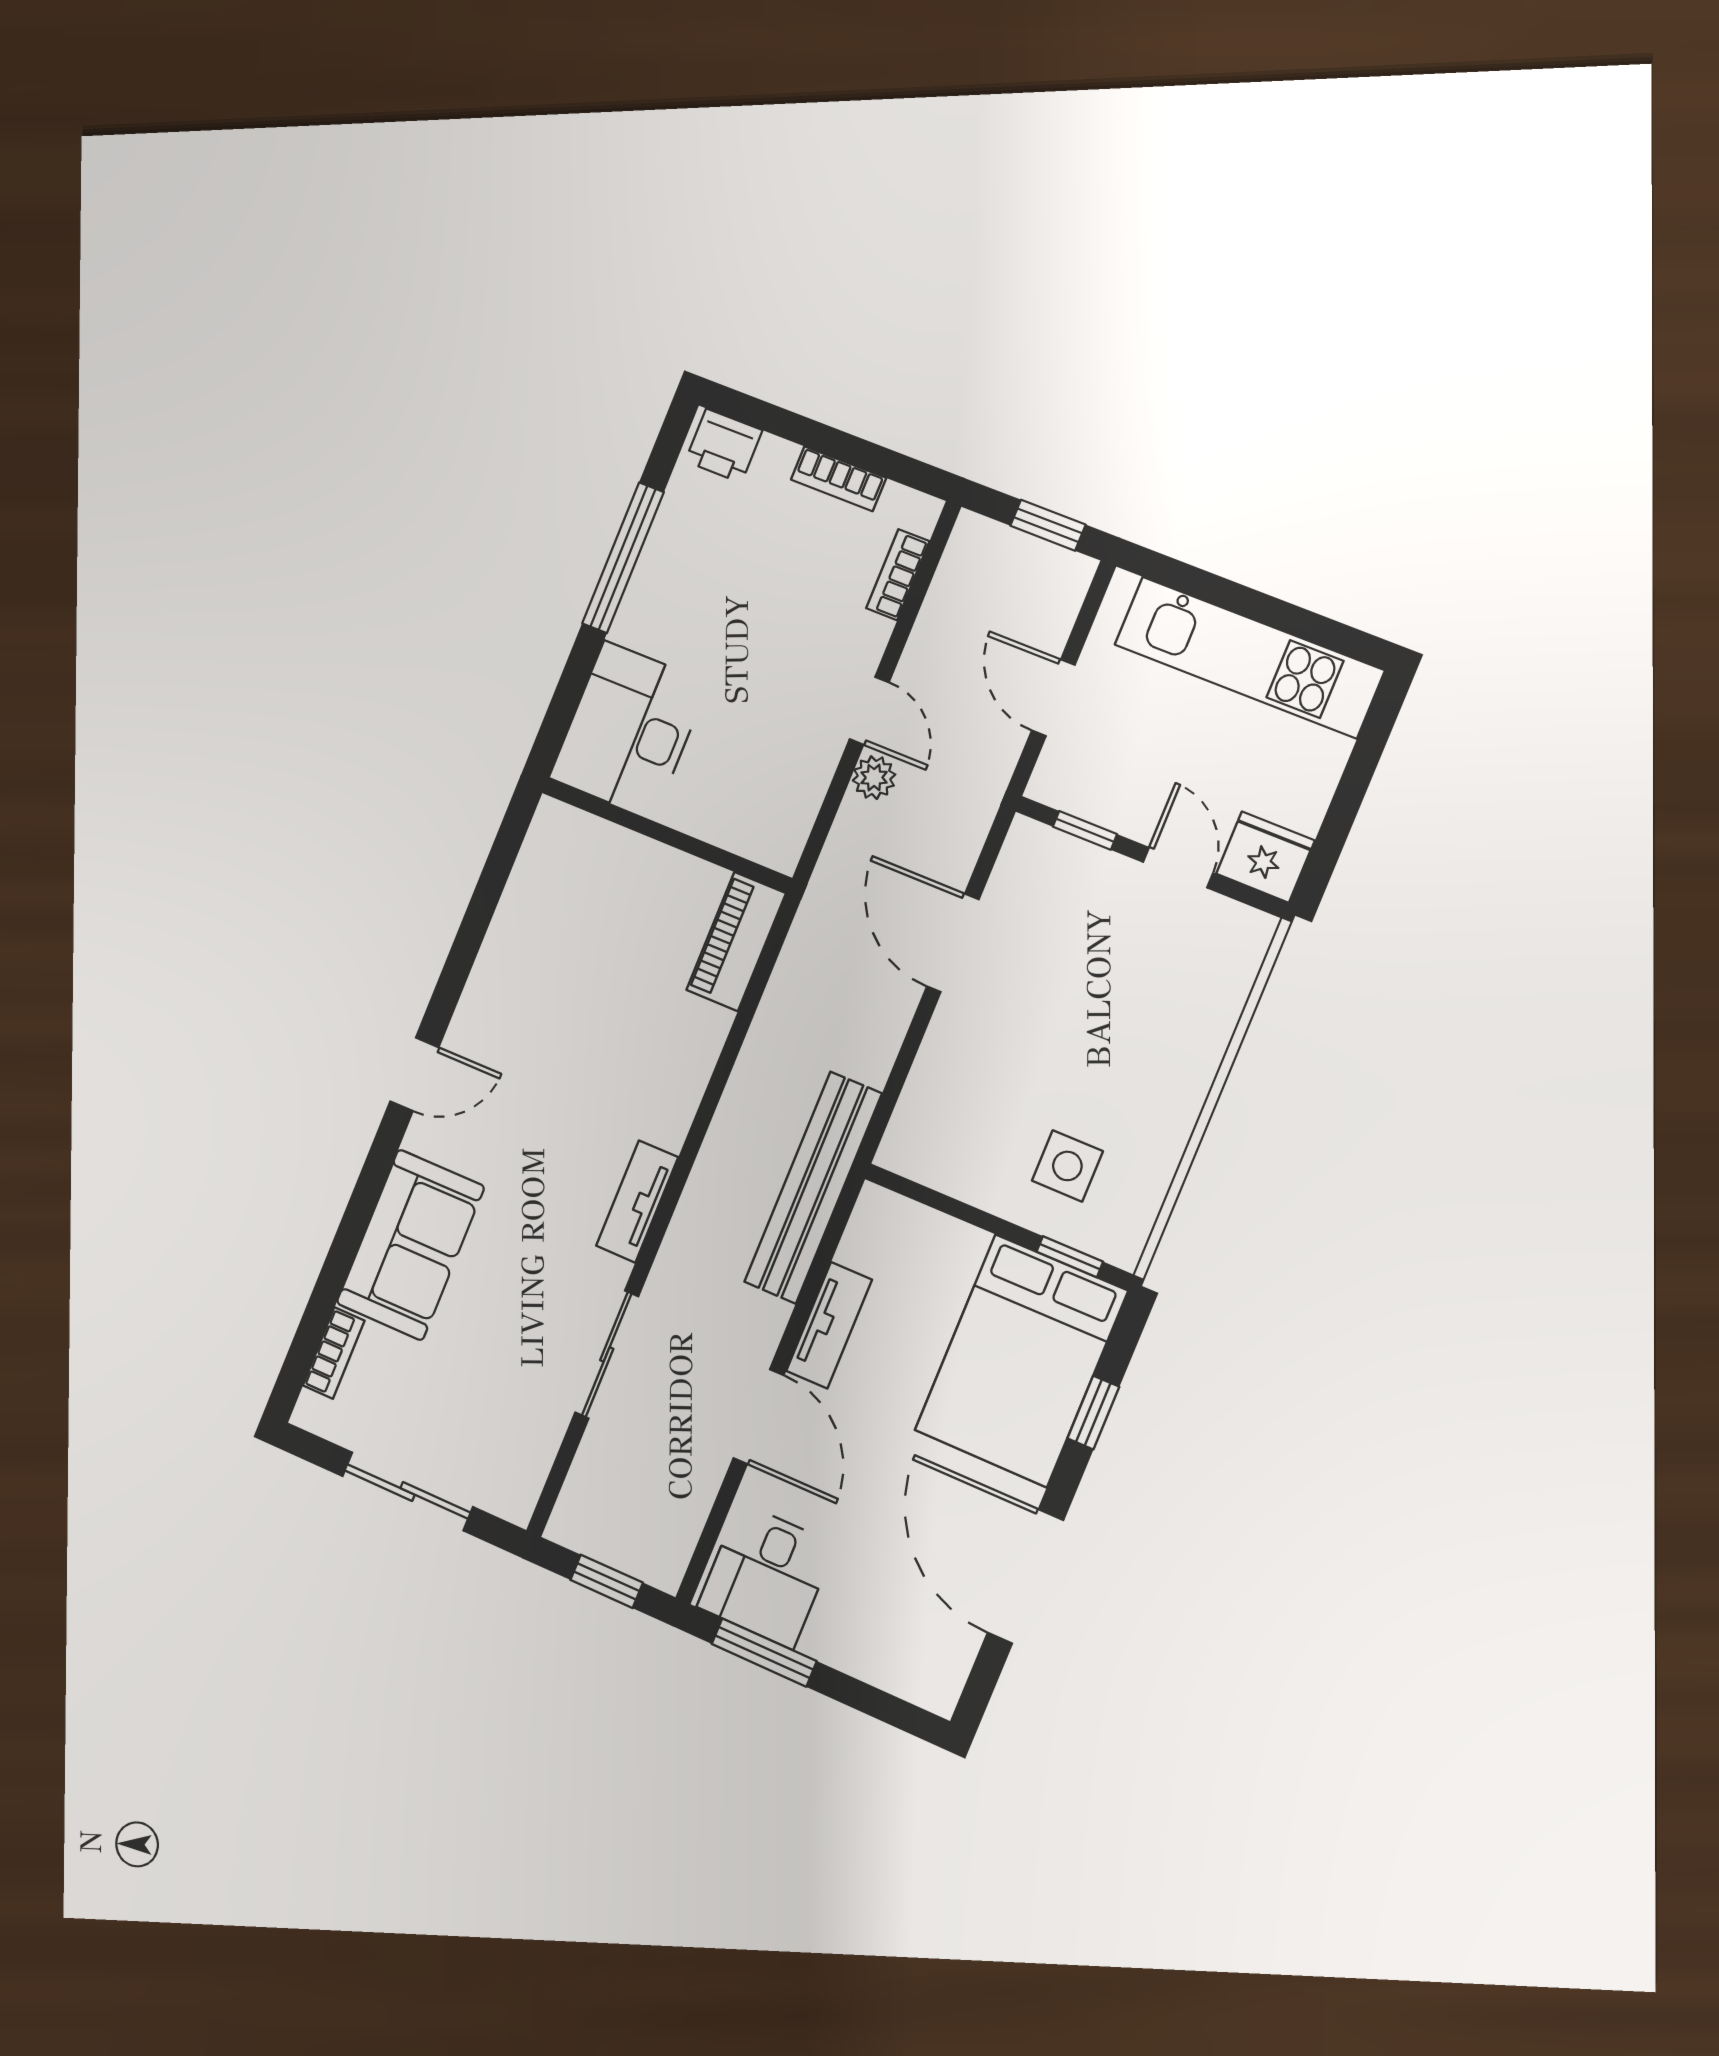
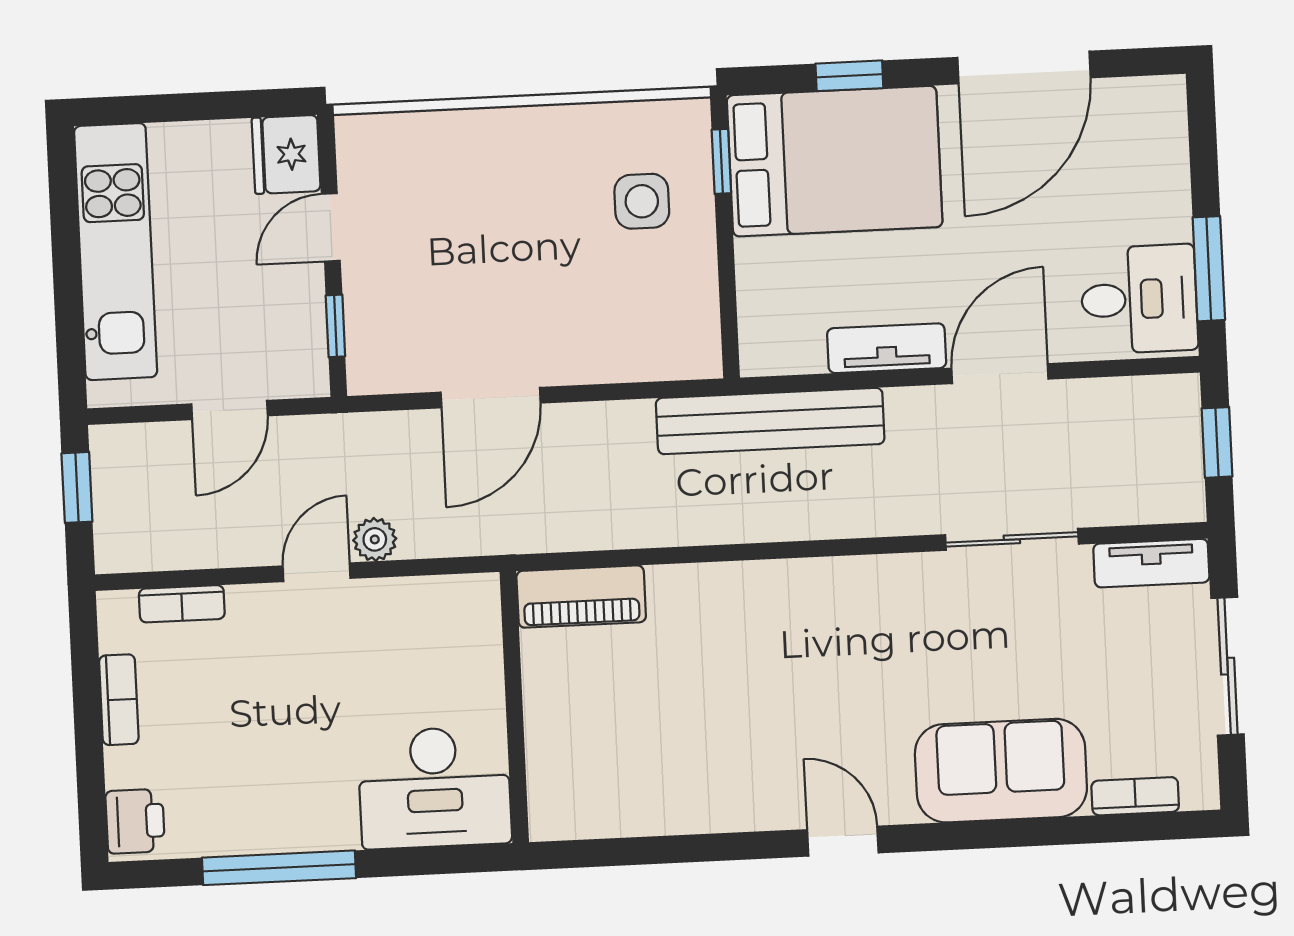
tv unit: (637, 1202) -> (1151, 563), moved

